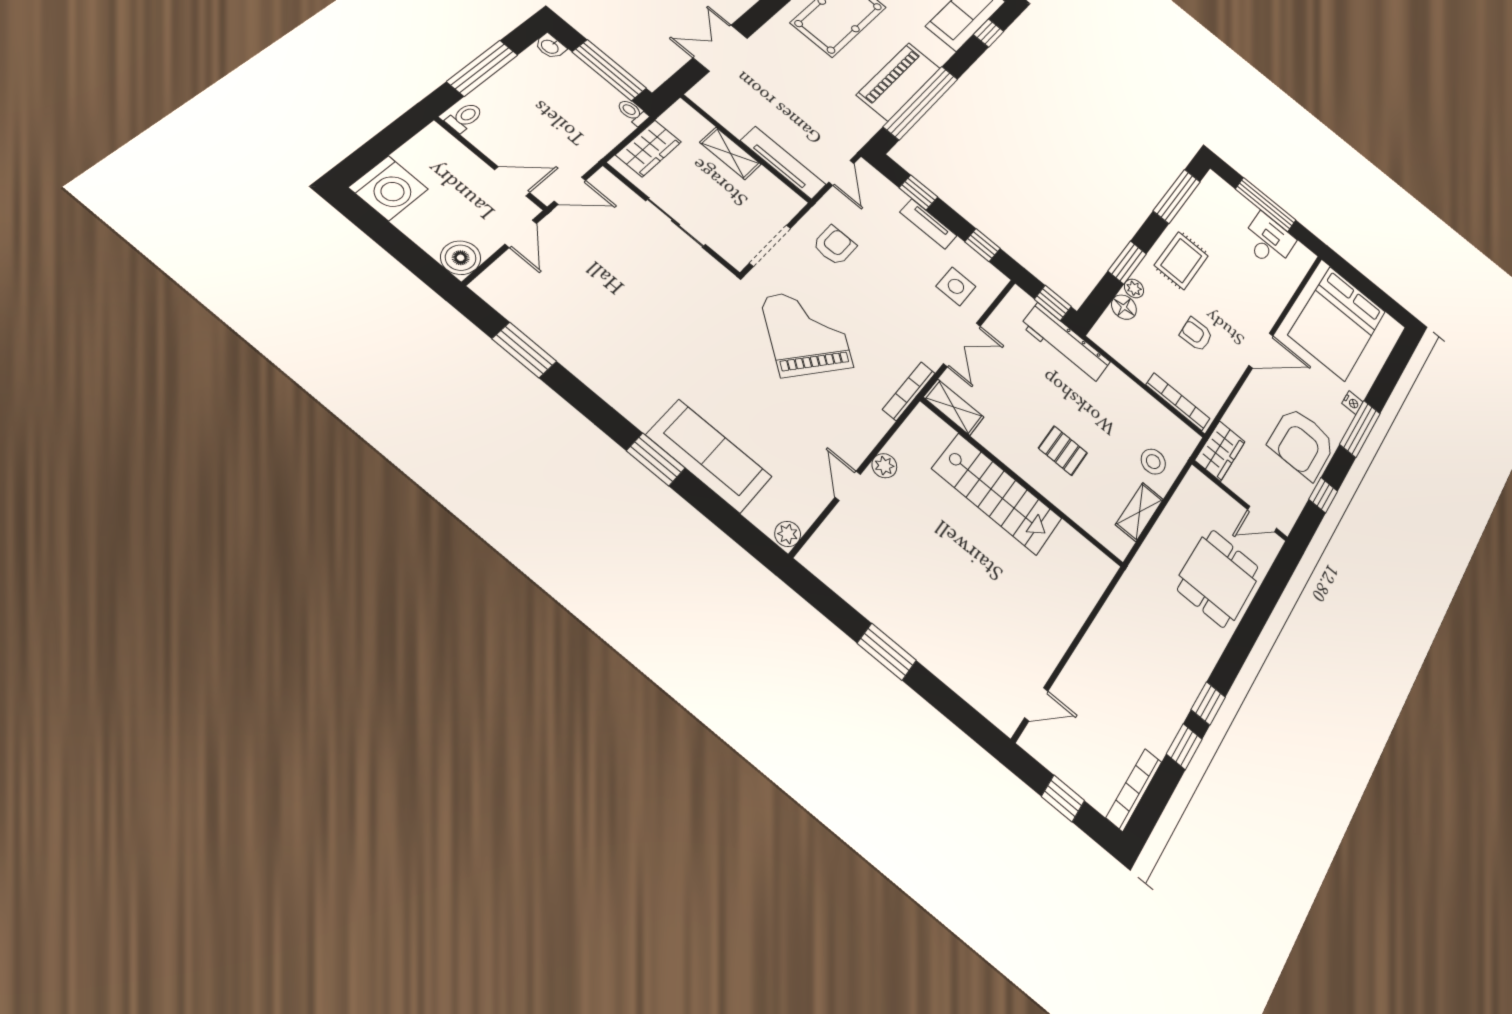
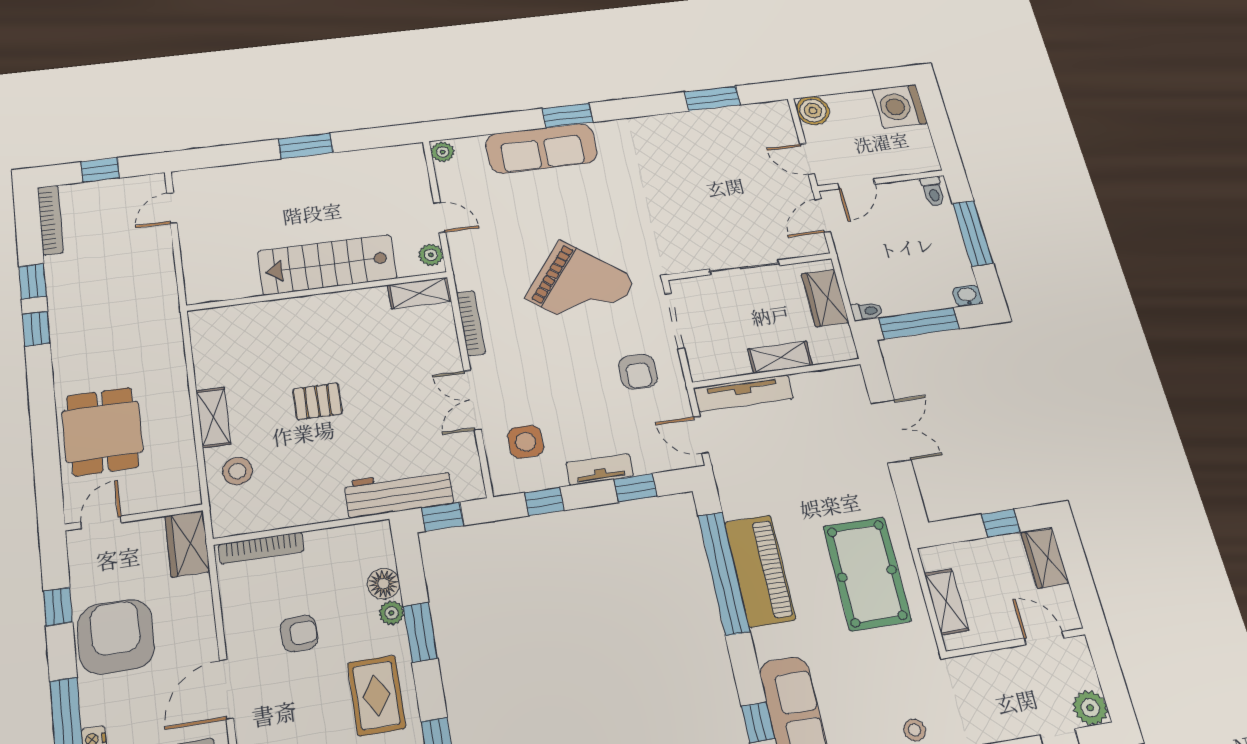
shelving: (954, 407) -> (420, 293), moved
wall: (1021, 482) -> (318, 291), moved
stairs: (997, 494) -> (327, 265), moved

